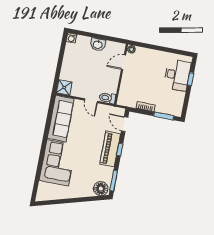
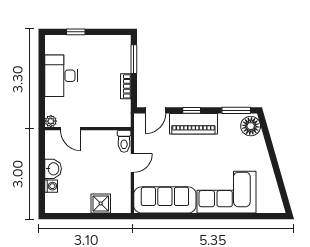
washing machine: (71, 38) -> (51, 186), moved
desk: (177, 75) -> (61, 76), moved, turned -90
shower: (64, 87) -> (101, 204), moved

